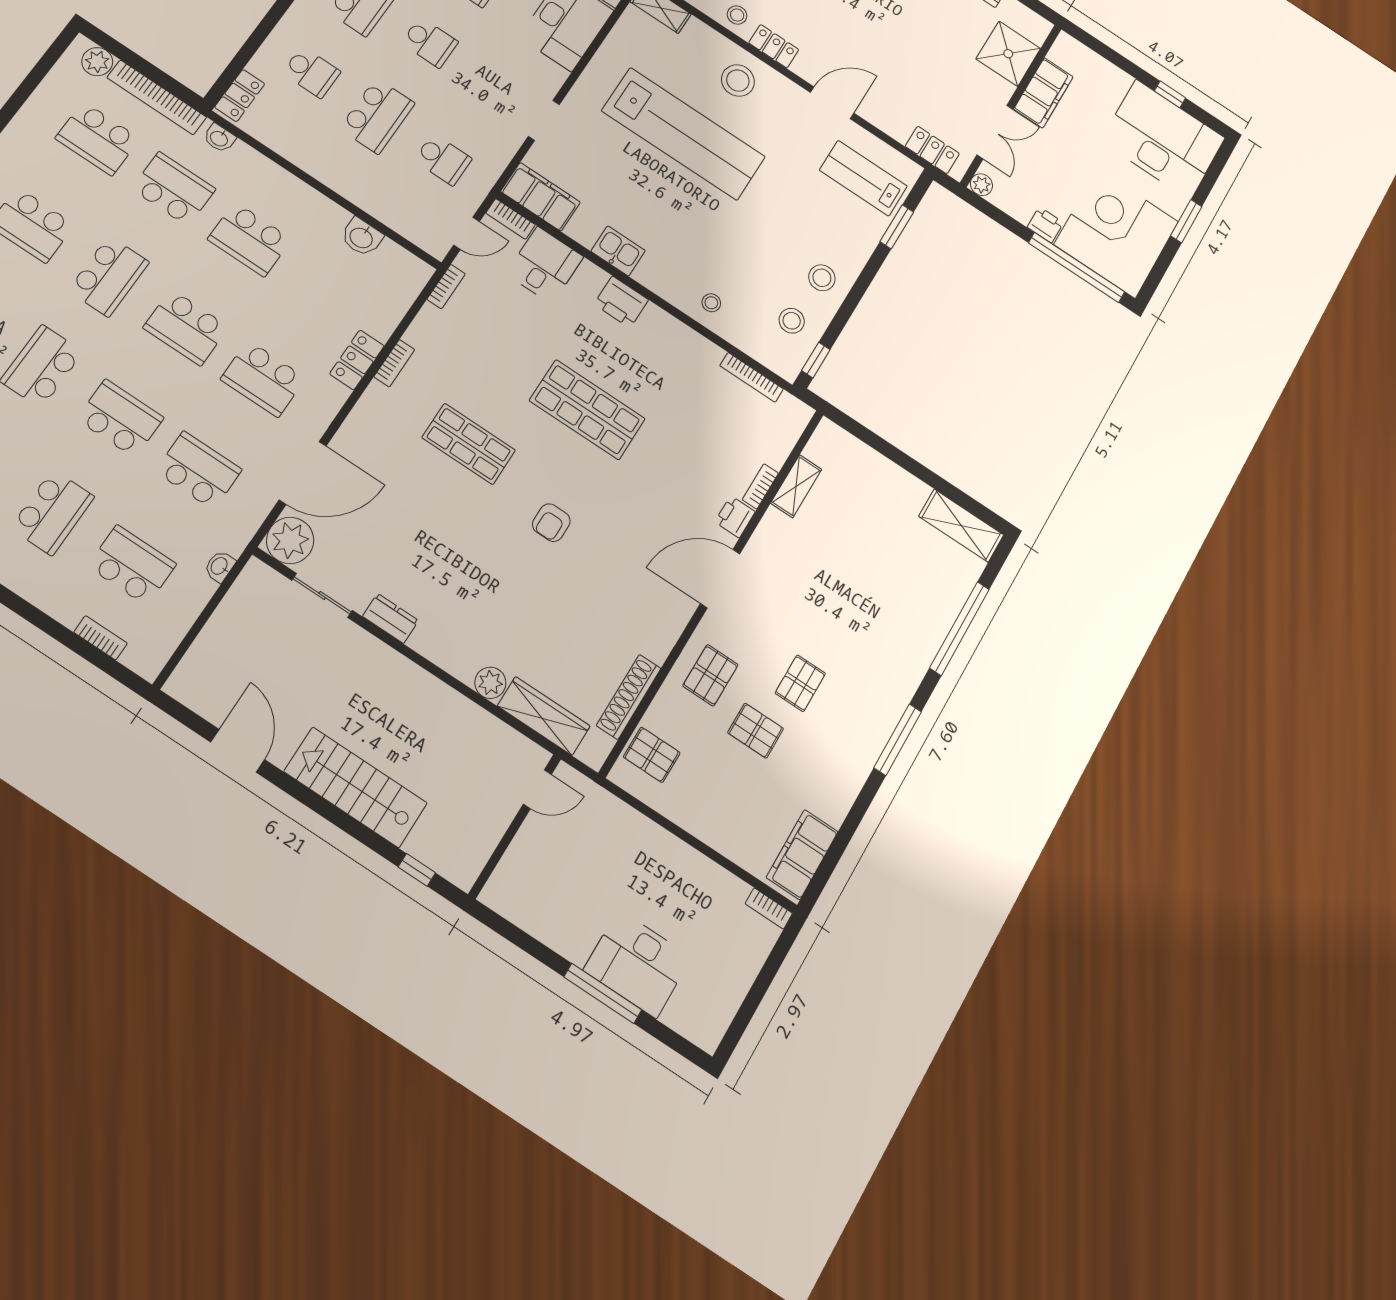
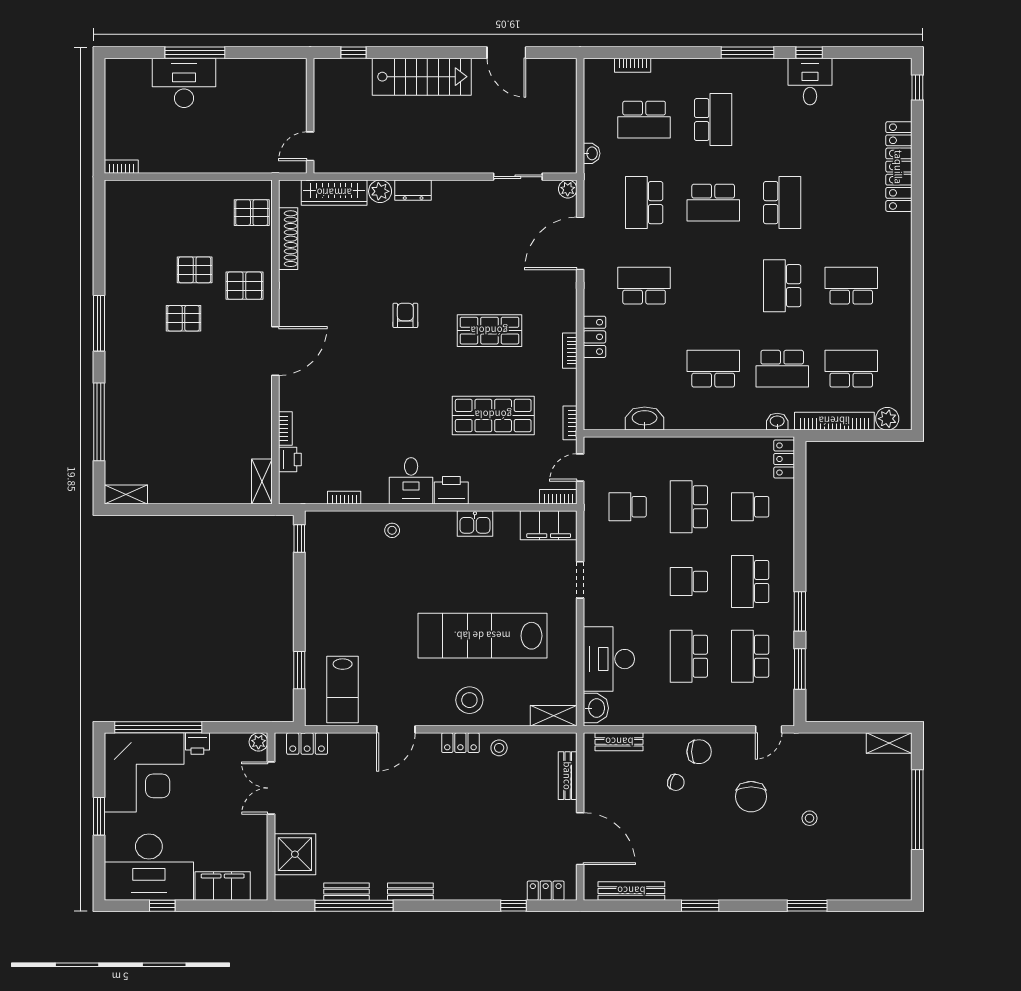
filing cabinet: (1043, 93) -> (223, 886), moved, turned 90
lab bench: (863, 178) -> (343, 689), turned 90
washbasin: (362, 237) -> (645, 419), width x1.38
desk: (545, 265) -> (411, 481), moved
stool: (822, 278) -> (329, 599), removed
stool: (792, 321) -> (331, 555), removed
school desk: (186, 327) -> (713, 286), removed
bookcase: (752, 377) -> (344, 498), width x0.64
shop shelf: (587, 410) -> (493, 415), moved
school desk: (199, 470) -> (644, 203), turned 90
shelving: (796, 486) -> (262, 482), moved
school desk: (52, 512) -> (713, 120), turned 180
printer: (735, 517) -> (290, 459), moved
shelving: (961, 526) -> (126, 495), width x0.67, depth x0.75
plant: (290, 540) -> (568, 189), width x0.53, depth x0.53
dresser: (390, 618) -> (413, 190), moved
pallet: (710, 675) -> (244, 286), turned 90
pallet: (800, 683) -> (184, 318), turned 90
filing cabinet: (802, 855) -> (119, 213), removed

